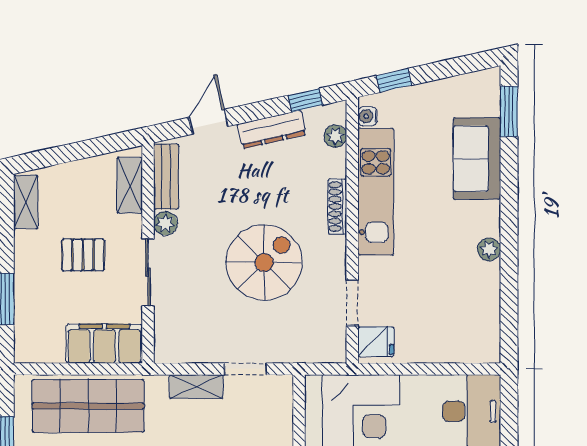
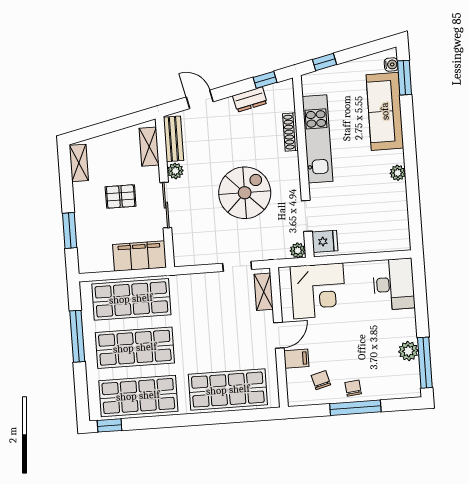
water cooler: (367, 116) -> (391, 65), moved, turned 180
door: (208, 122) -> (200, 99), hinge flipped
dresser: (272, 129) -> (250, 100), width x0.70
plant: (335, 136) -> (298, 250), moved
sofa: (477, 159) -> (385, 111), width x1.36
shoe rack: (337, 207) -> (290, 132), moved
shelving: (196, 387) -> (264, 292), moved, turned 90

